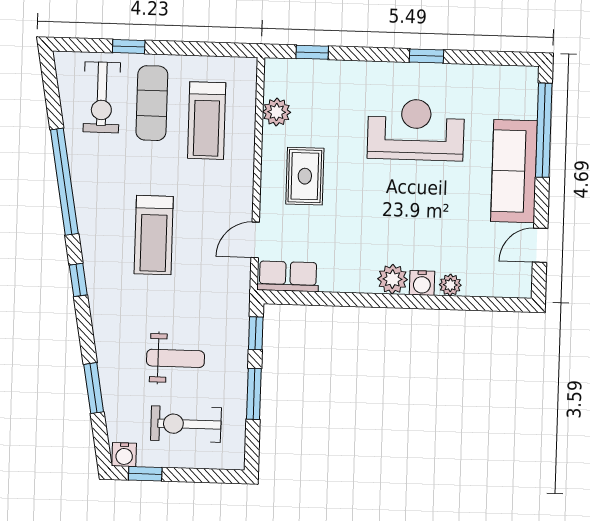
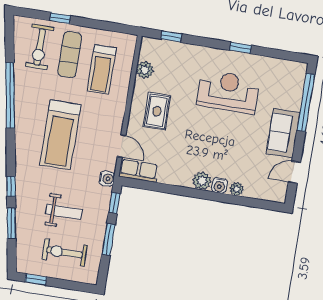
sofa: (514, 171) -> (283, 133), width x0.73
treadmill: (154, 235) -> (60, 135), width x1.37, depth x1.38
door: (255, 240) -> (122, 146), swing flipped
window: (78, 280) -> (11, 186), moved
water cooler: (124, 455) -> (107, 179), moved, turned -90

